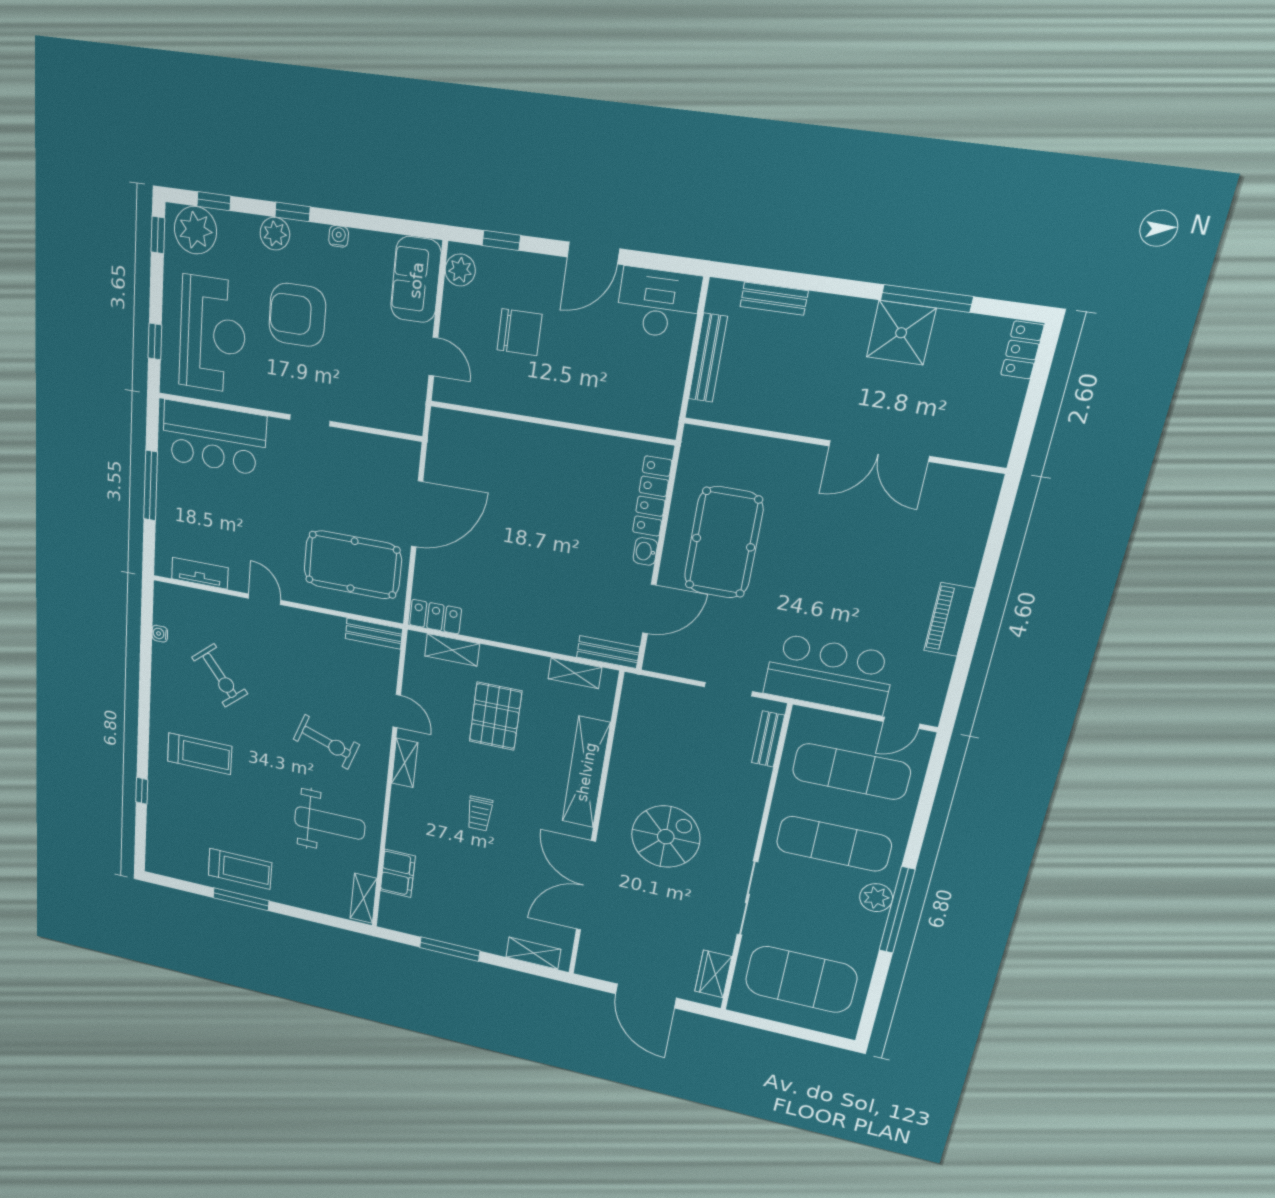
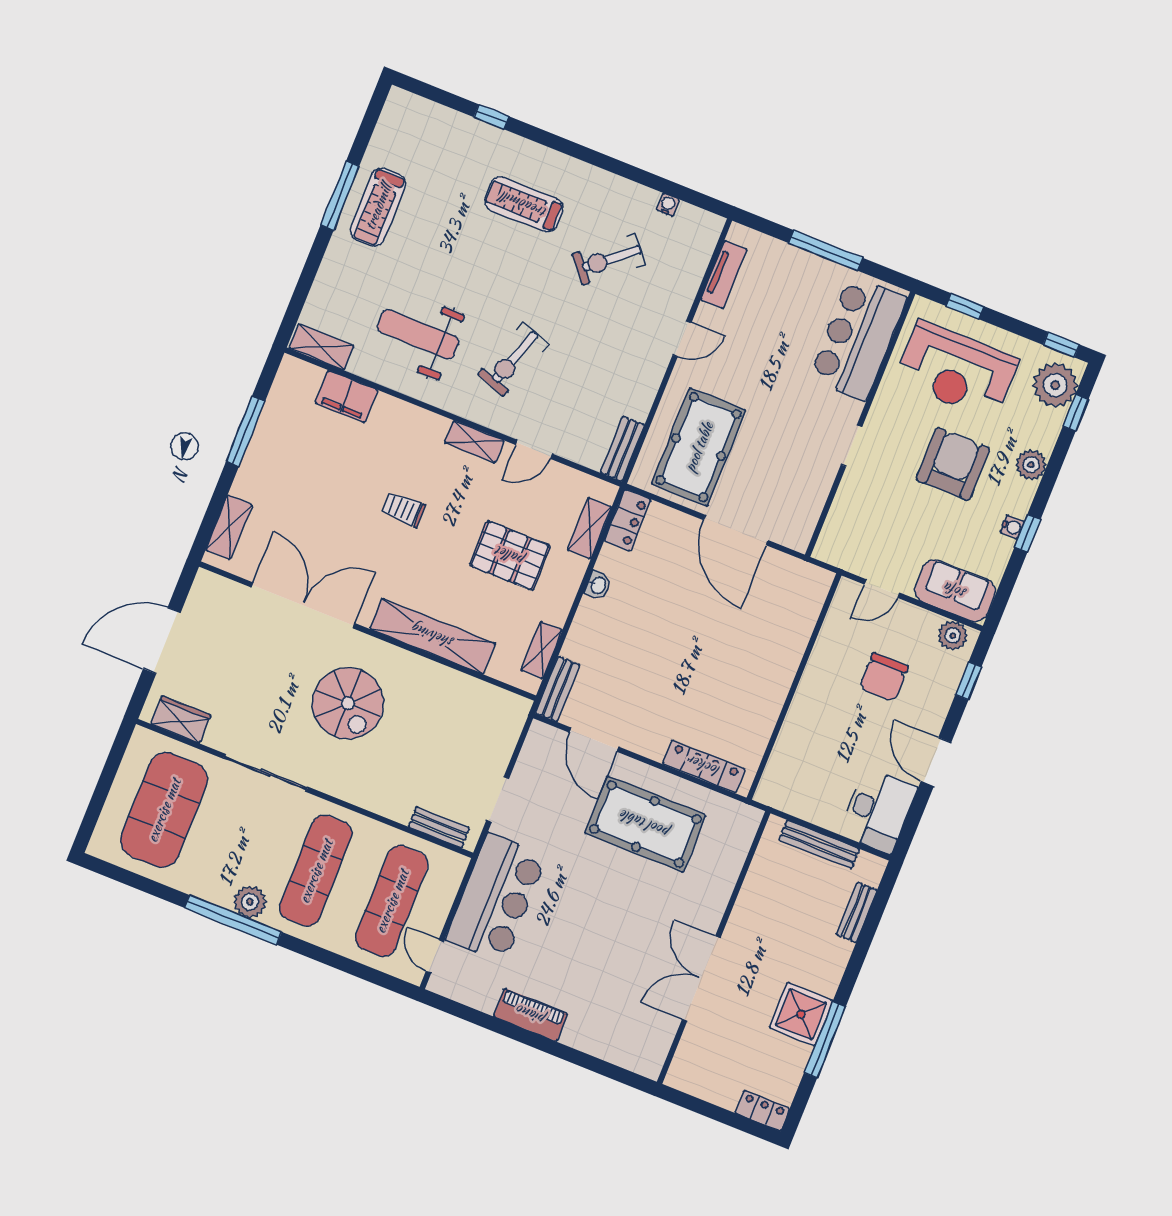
window: (293, 212) -> (1027, 533), moved
washbasin: (645, 551) -> (598, 585), moved, turned 90
treadmill: (200, 754) -> (524, 205), turned 90
weight bench: (330, 823) -> (418, 334), turned 90

